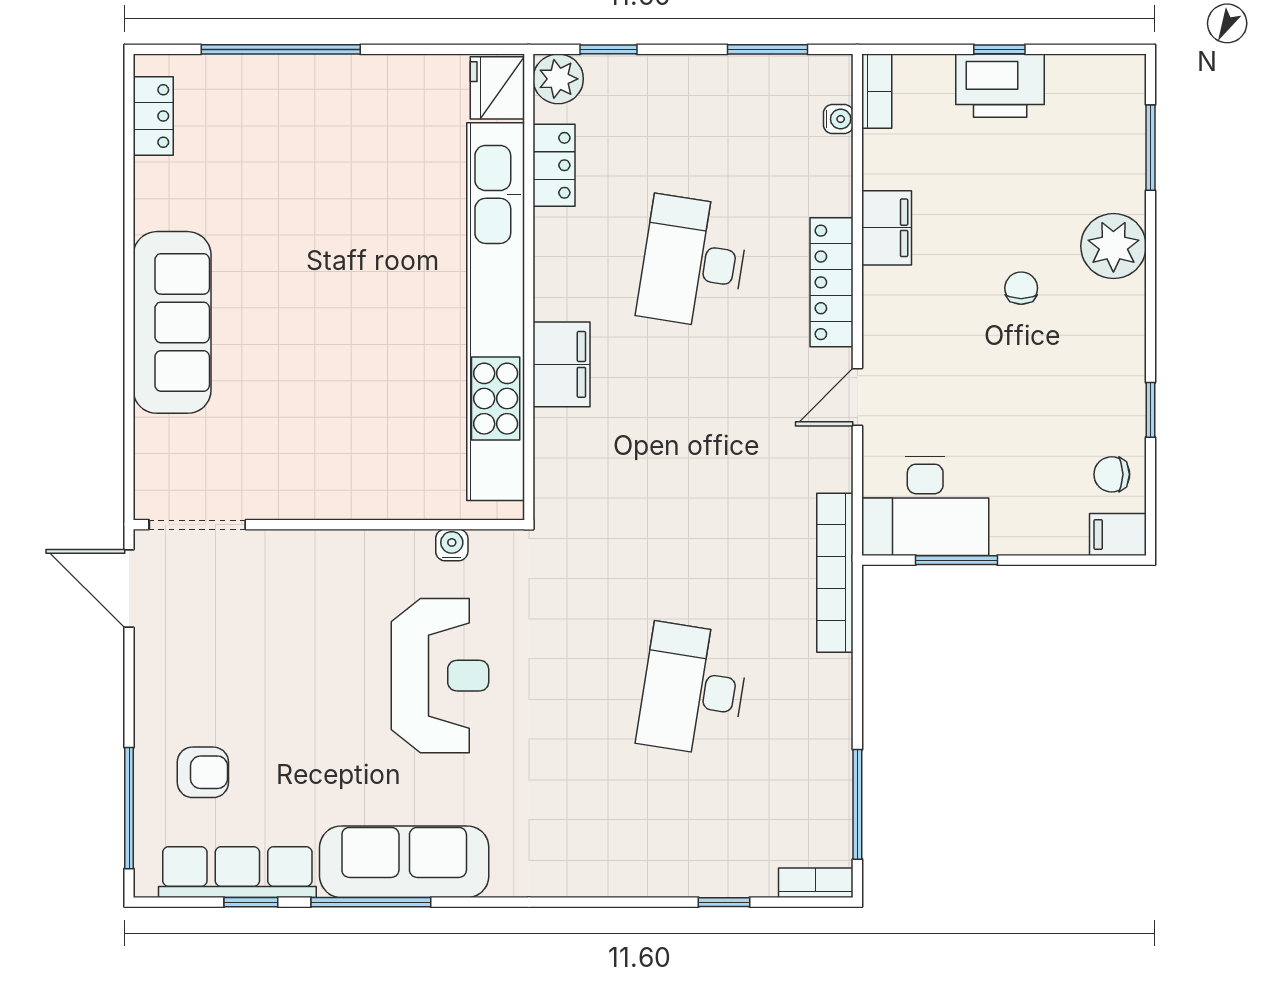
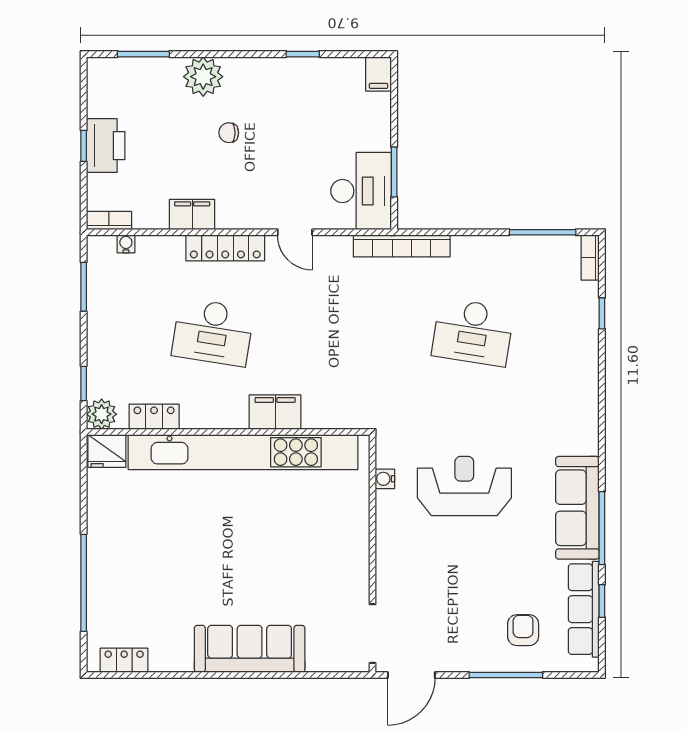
chair: (1112, 474) -> (342, 78), removed
window: (129, 808) -> (506, 675), moved

